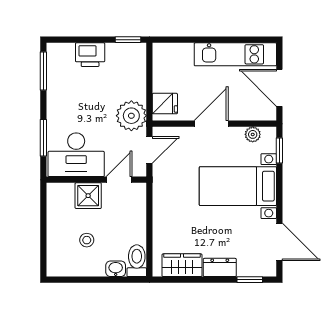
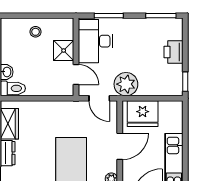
fridge: (165, 104) -> (143, 114), width x1.88, depth x1.34
door: (211, 124) -> (120, 146), hinge flipped
stool: (87, 240) -> (36, 32), moved

